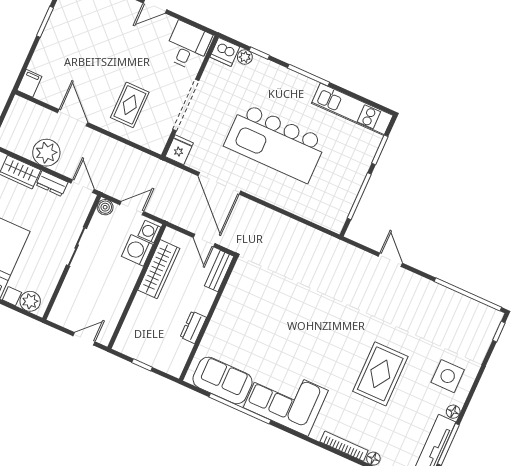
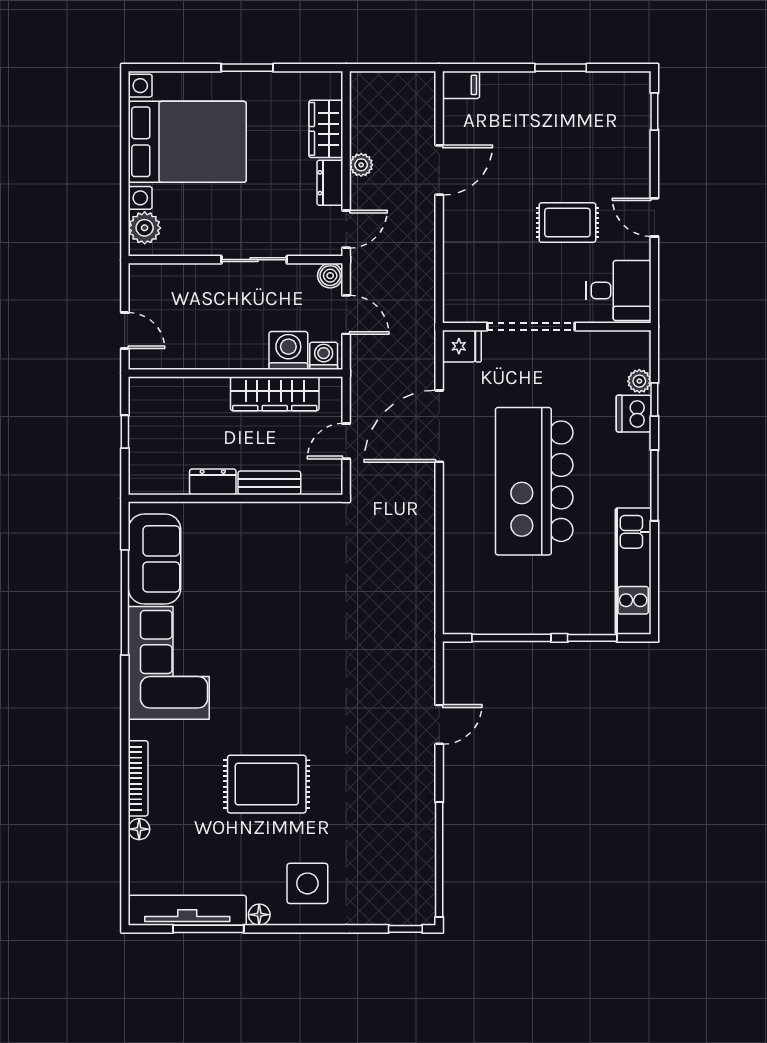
dishwasher: (225, 52) -> (634, 414), moved
rug: (130, 105) -> (567, 223), moved
plant: (46, 153) -> (361, 165), width x0.53, depth x0.53
bench: (219, 271) -> (269, 483), moved

